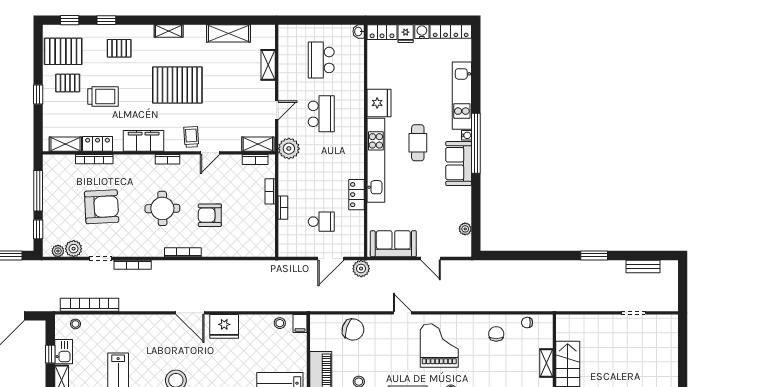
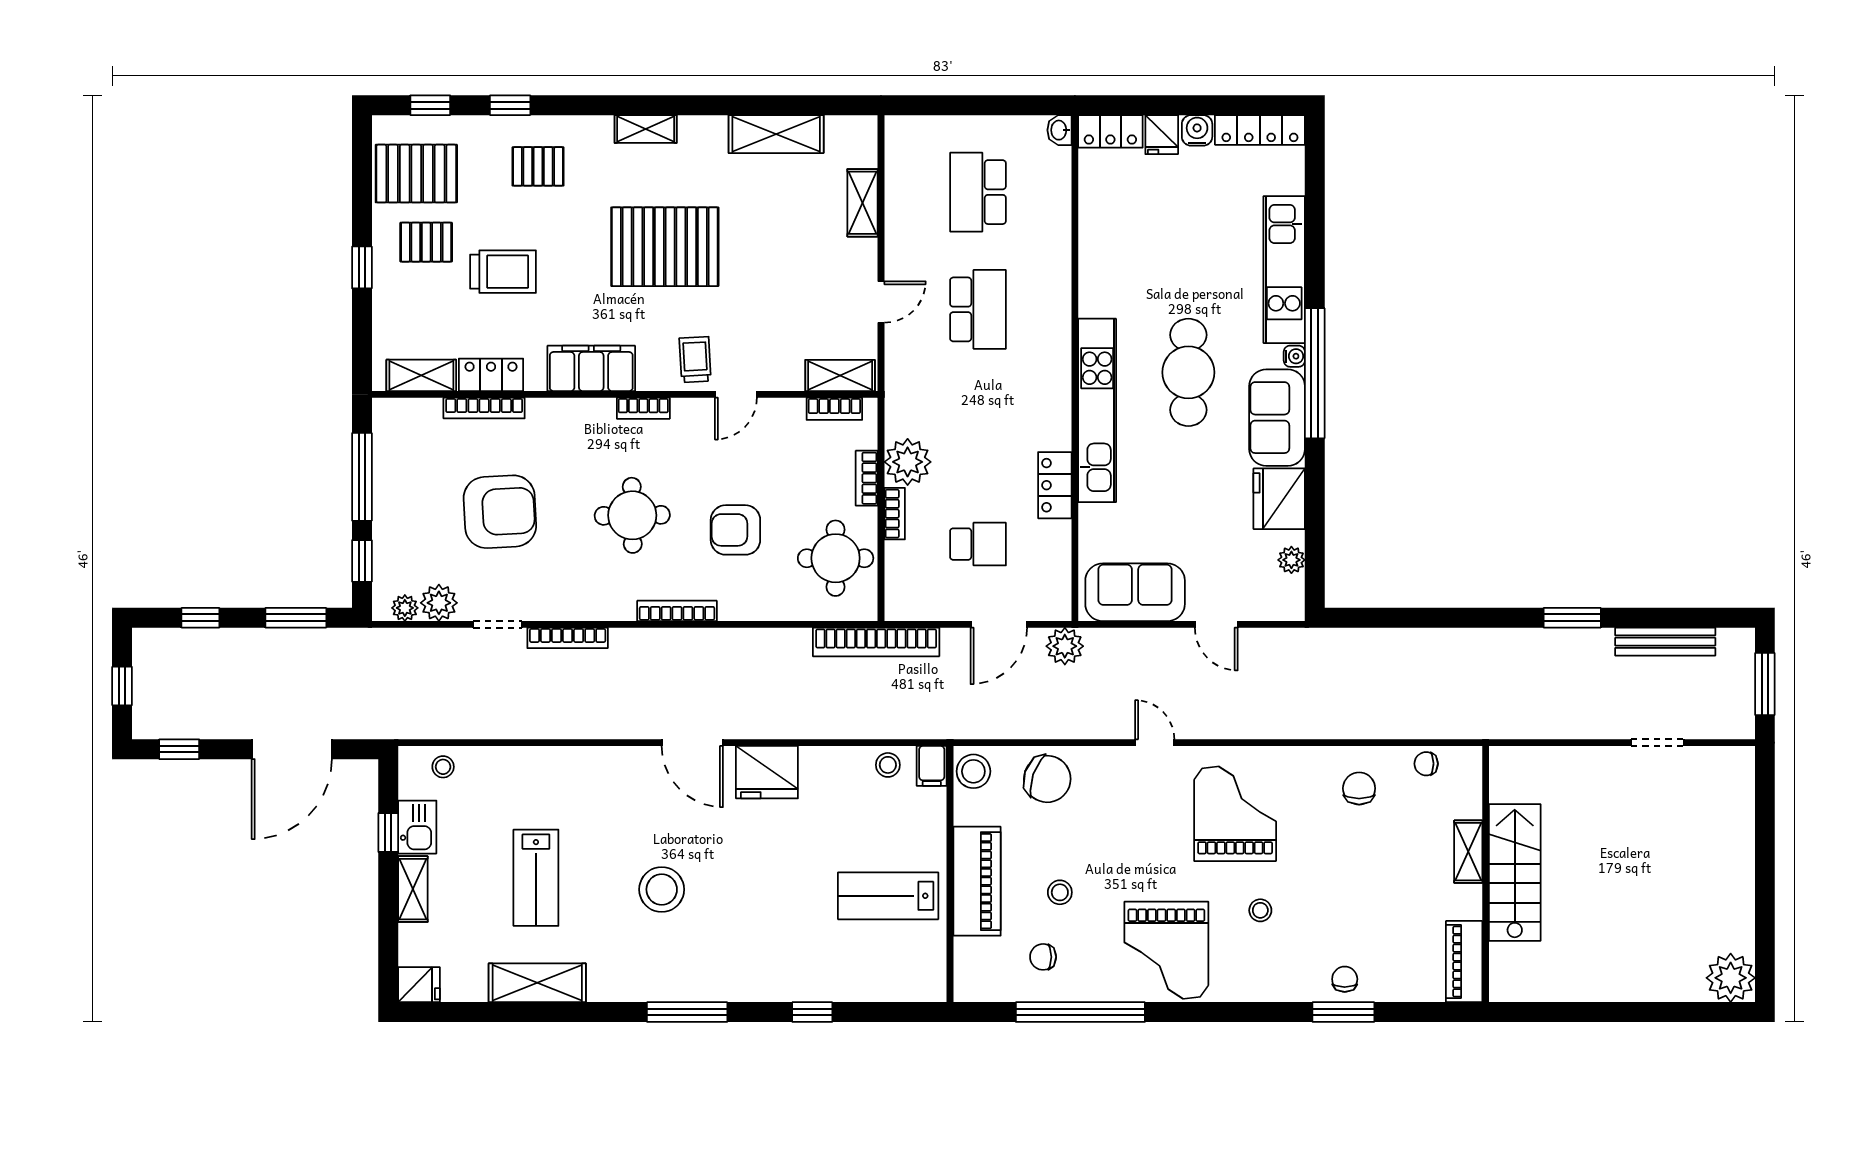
fridge: (379, 103) -> (1279, 499), moved, turned 180
cafe table: (418, 143) -> (1188, 372), width x1.37, depth x1.35
plant: (289, 149) -> (908, 462), moved
round table: (256, 228) -> (836, 558), added
bench: (643, 266) -> (1665, 642), width x1.36
window: (683, 286) -> (1765, 684), added
bookcase: (90, 305) -> (876, 642), moved, turned 180
stool: (319, 326) -> (973, 771), added

